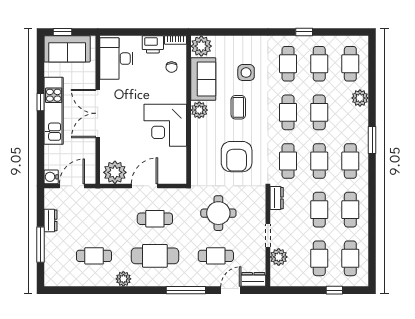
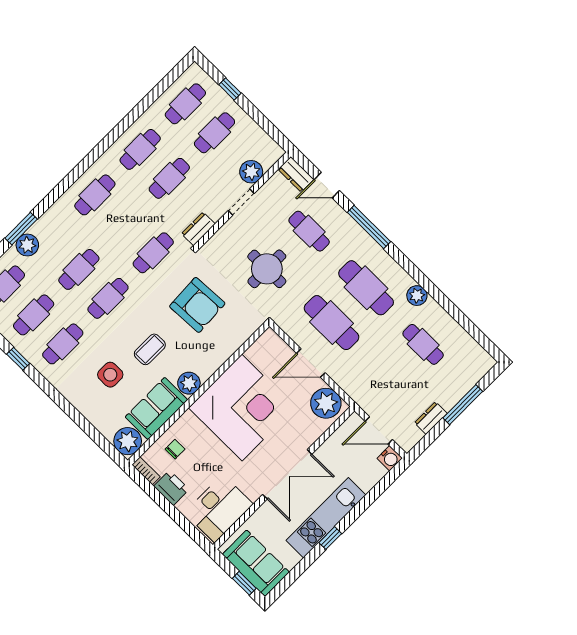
corner desk: (165, 125) -> (242, 408), width x1.36, depth x1.36
window: (372, 140) -> (21, 229), moved
armchair: (237, 157) -> (197, 305), turned 87
cafe table: (319, 161) -> (124, 224), removed
cafe table: (155, 219) -> (331, 323), width x1.37, depth x1.35

